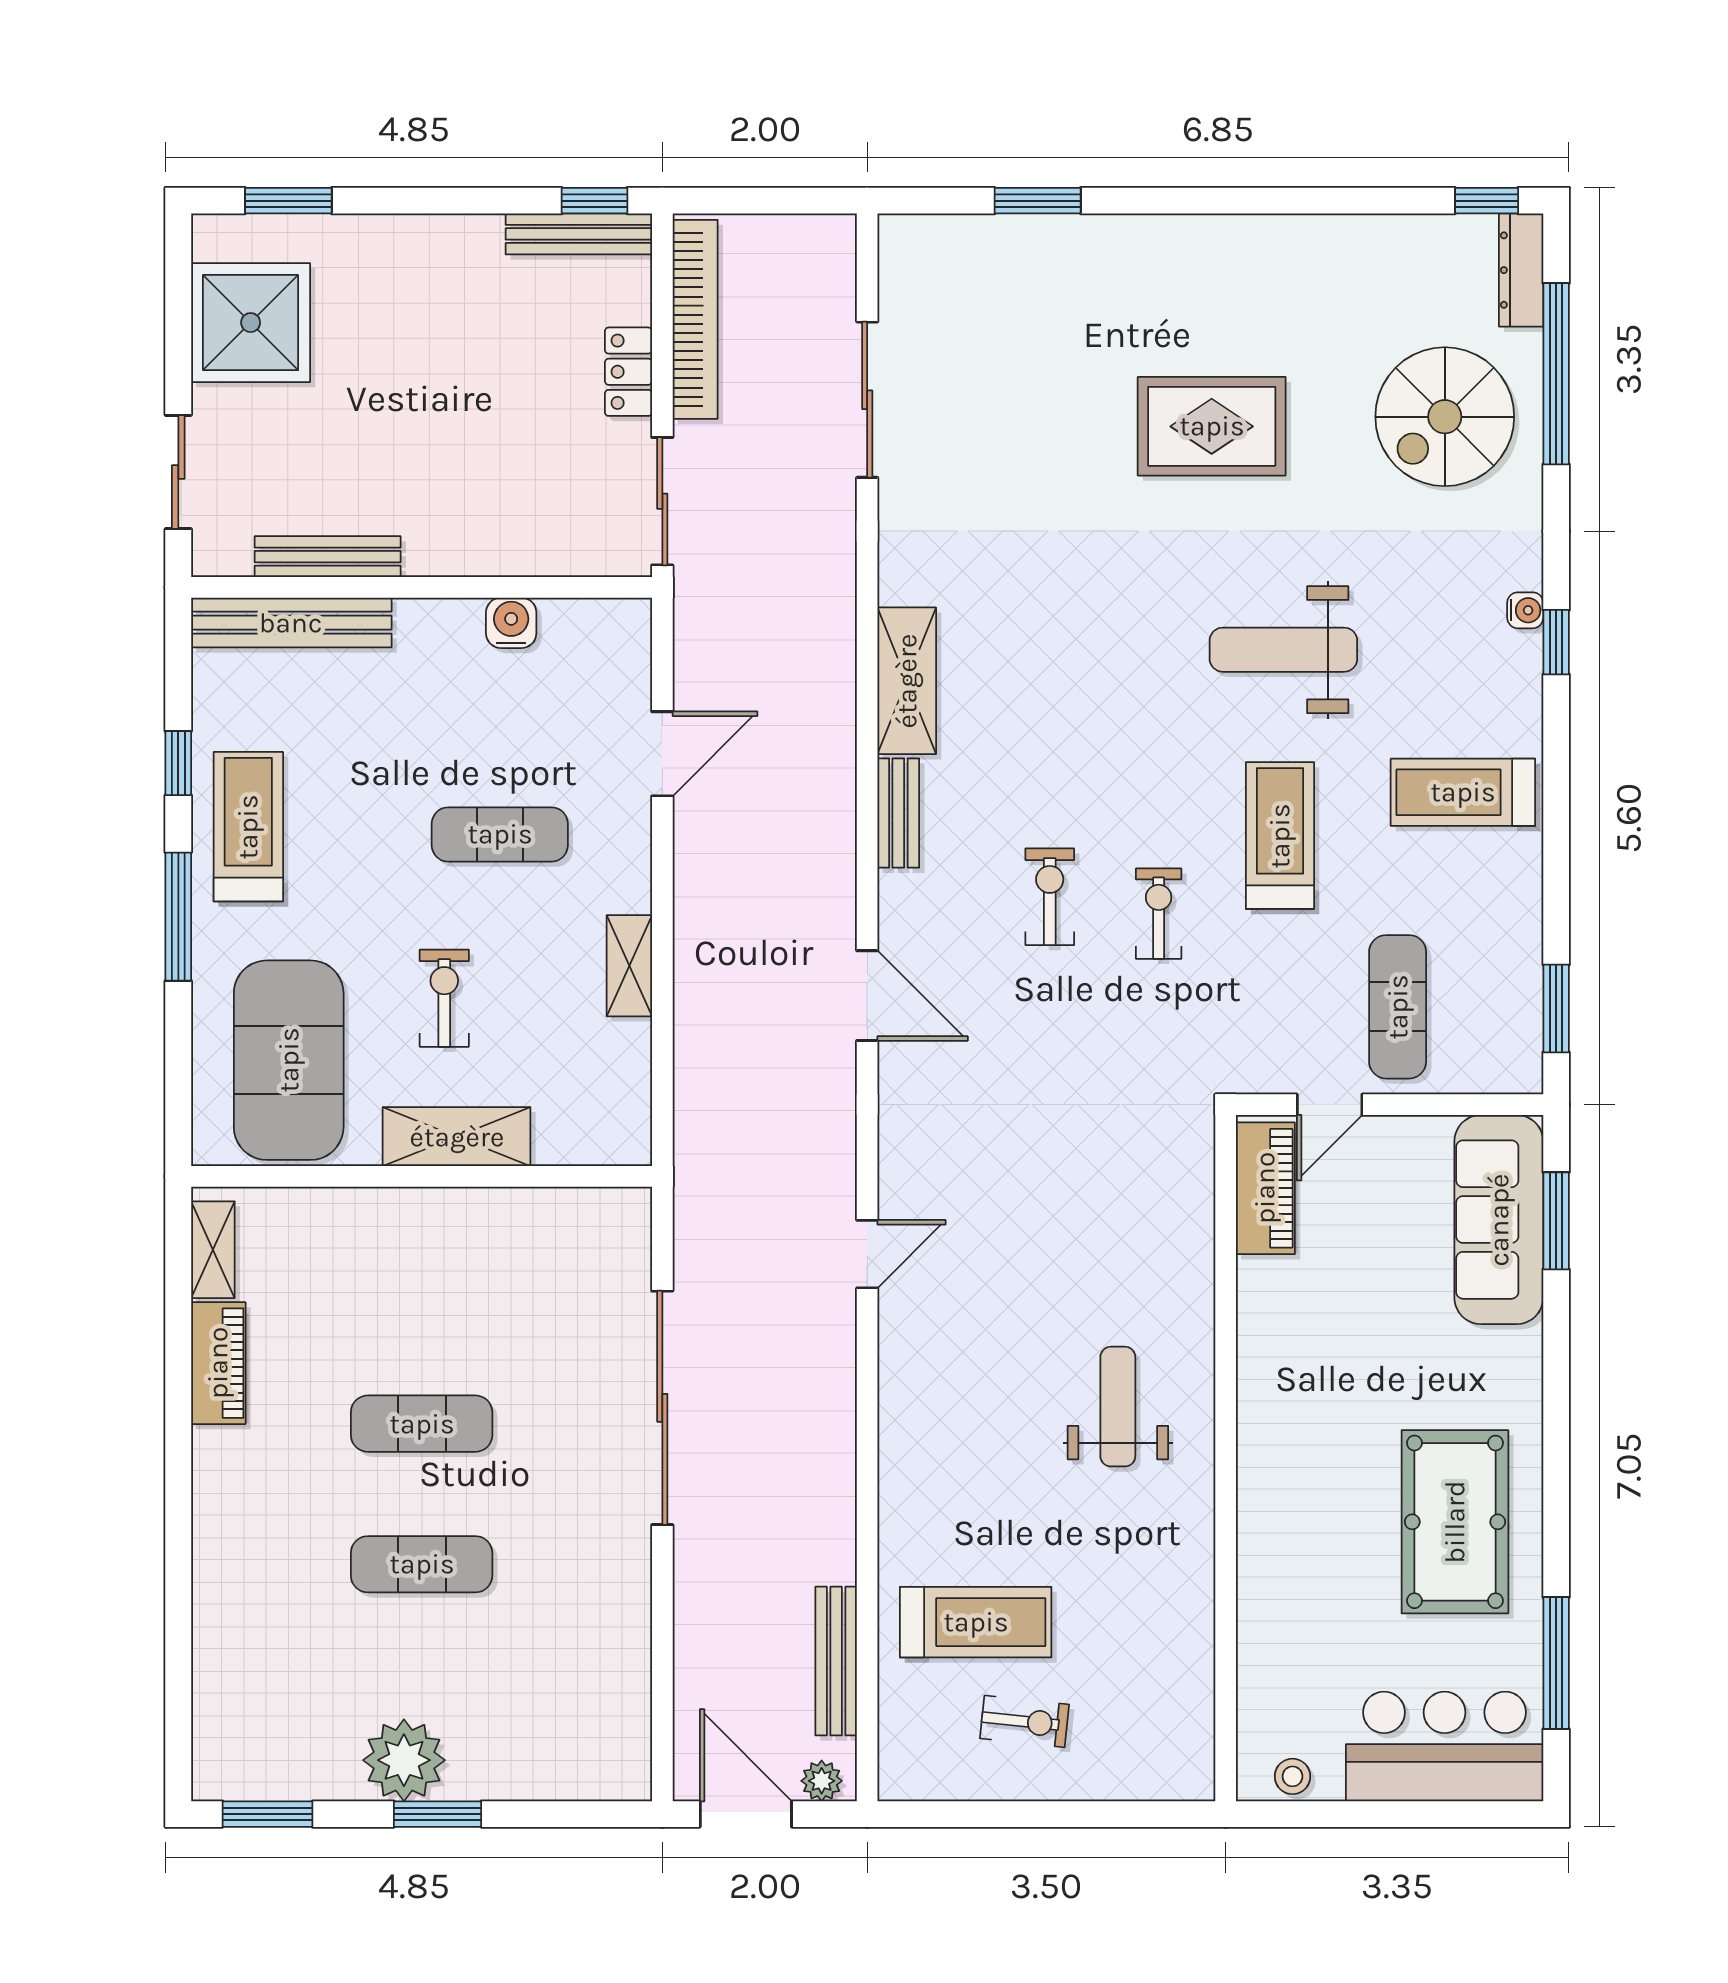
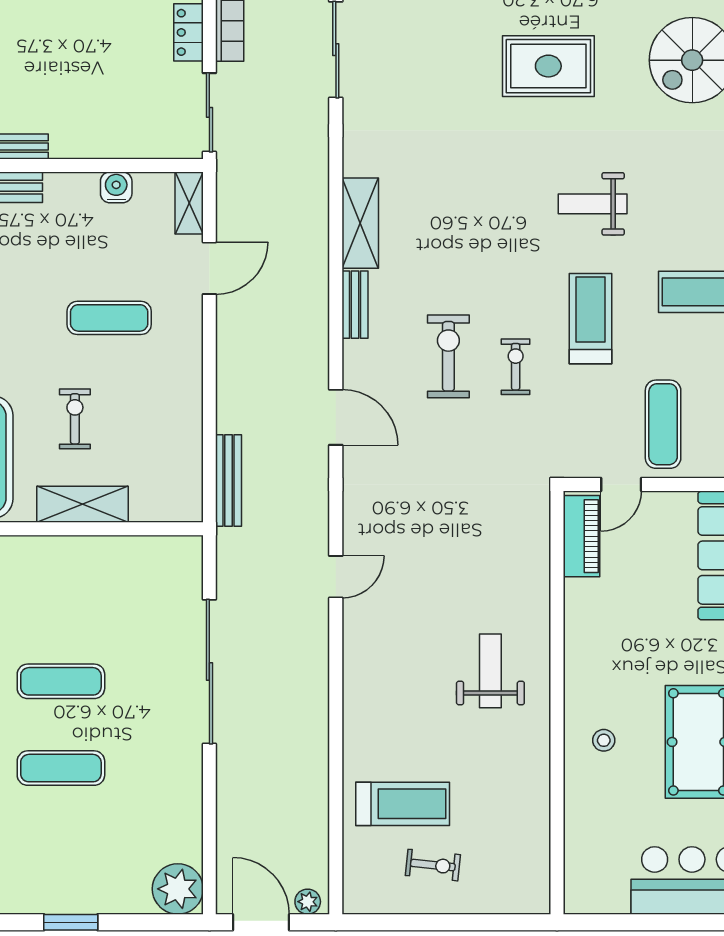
weight bench: (1283, 650) -> (593, 204), width x0.73, depth x0.75
exercise bike: (1050, 897) -> (448, 356), width x1.38, depth x1.39
shelving: (629, 966) -> (189, 203), moved
bench: (836, 1661) -> (229, 480), moved
plant: (404, 1760) -> (178, 889), moved
stool: (1293, 1776) -> (604, 740), moved

